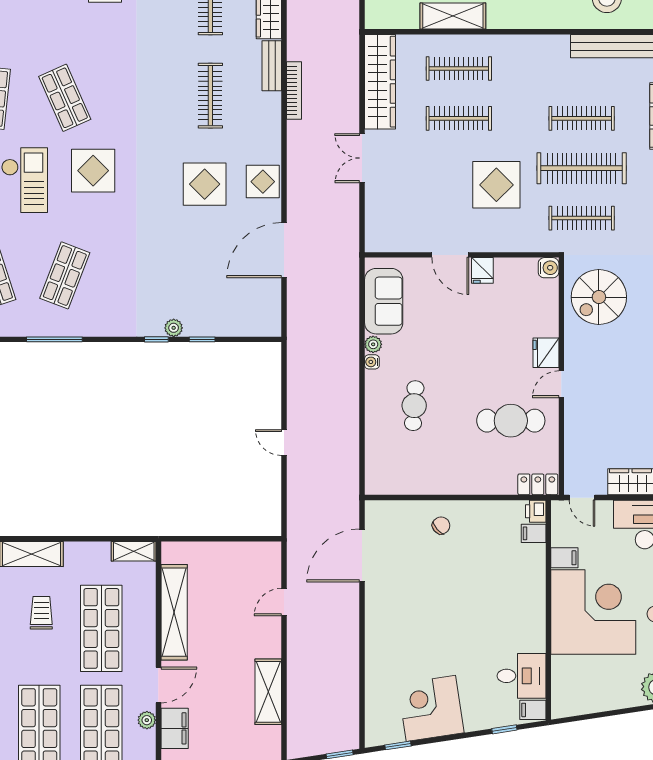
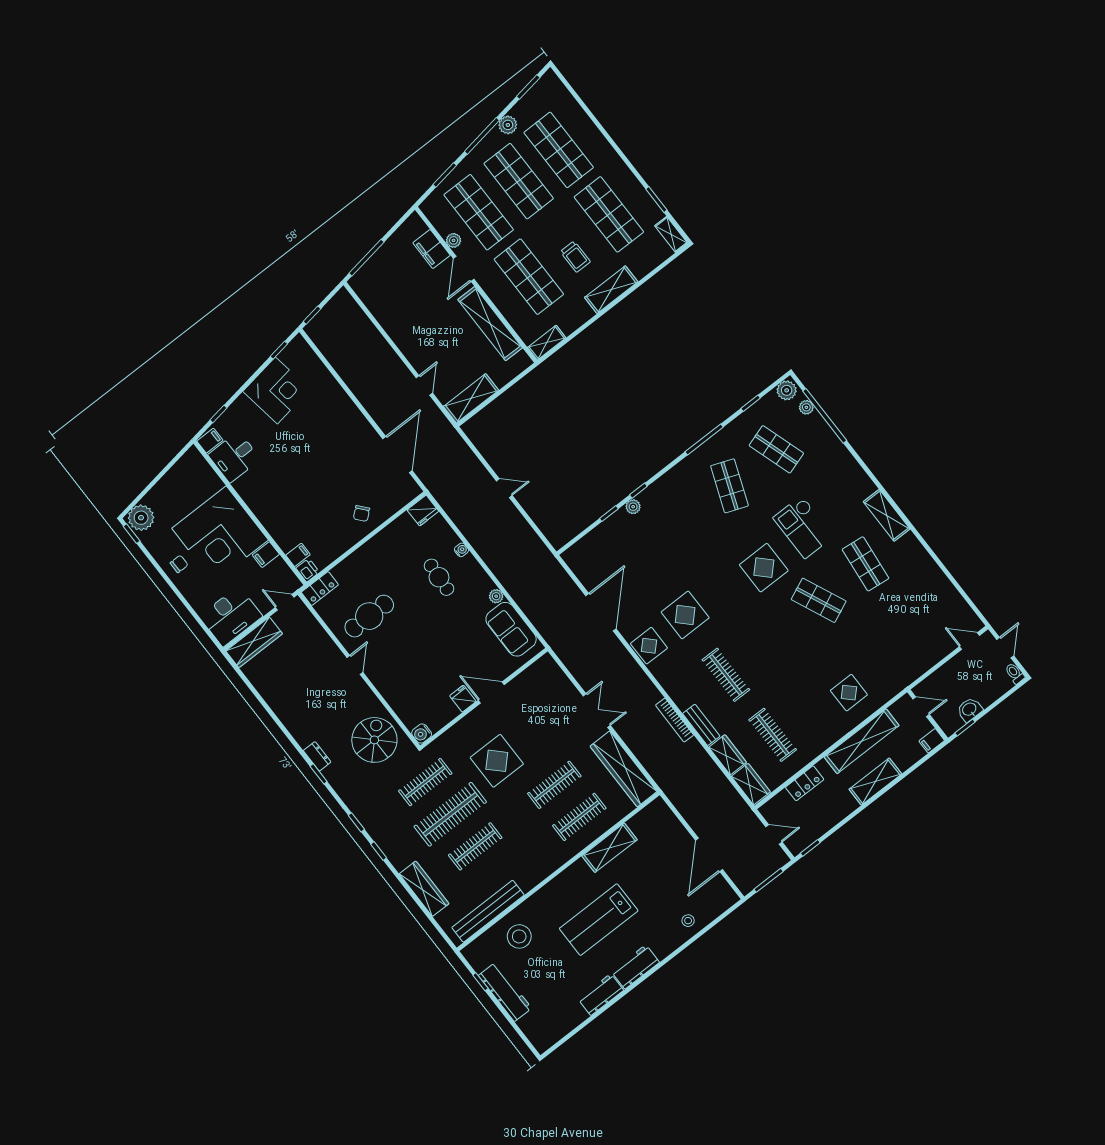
fridge: (546, 353) -> (423, 511), moved, turned 90
water cooler: (372, 362) -> (461, 550), moved
shelving: (268, 692) -> (471, 398), moved, turned 90

